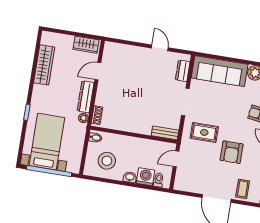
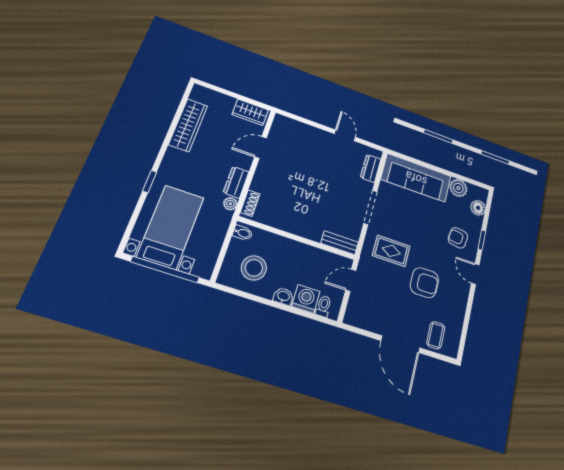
dresser: (86, 97) -> (236, 182), width x0.70
armchair: (232, 152) -> (424, 283), turned -90

